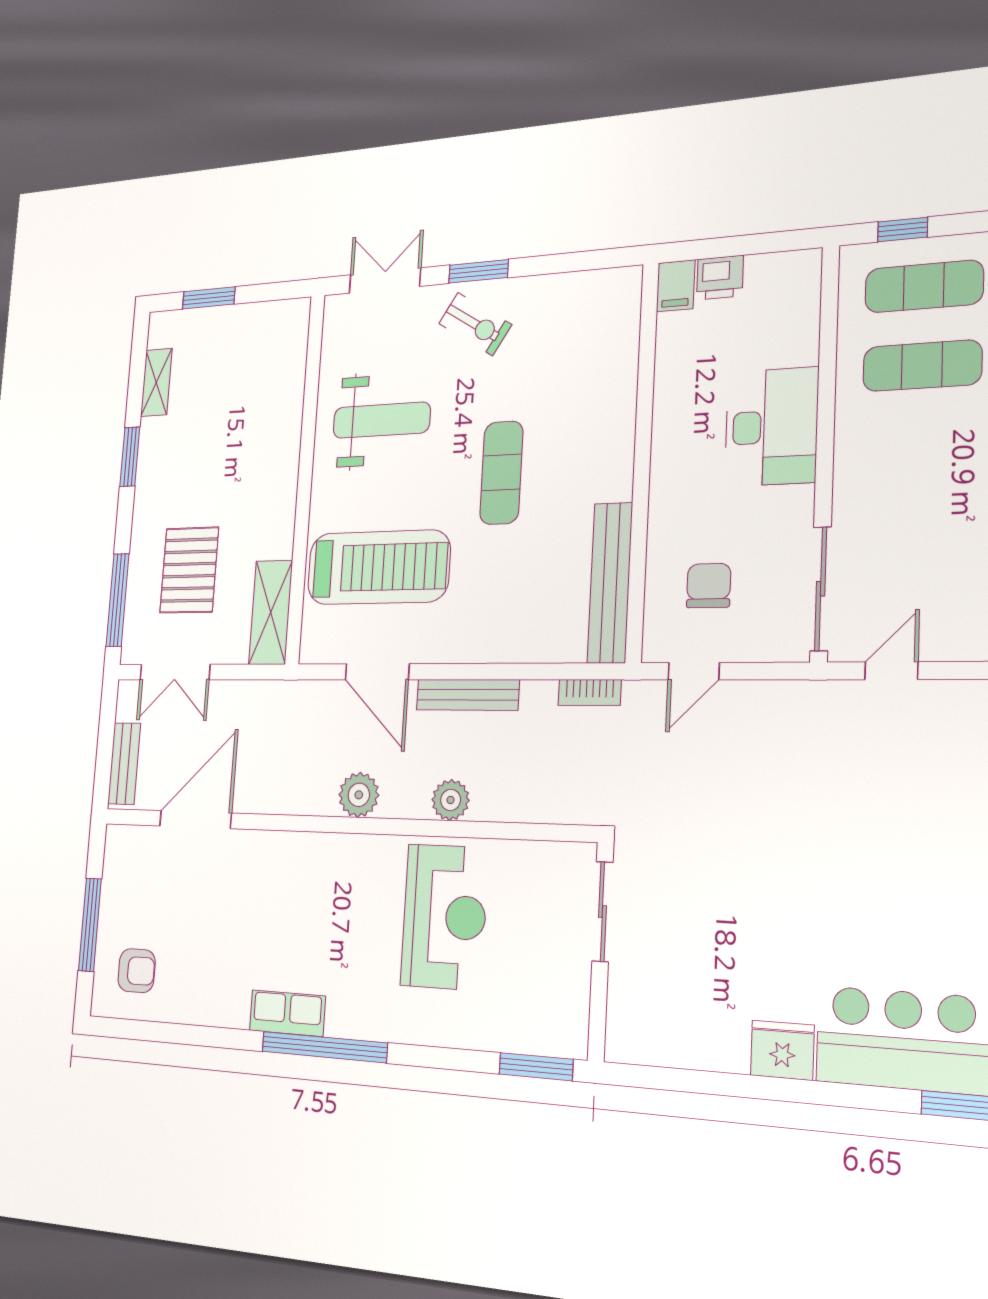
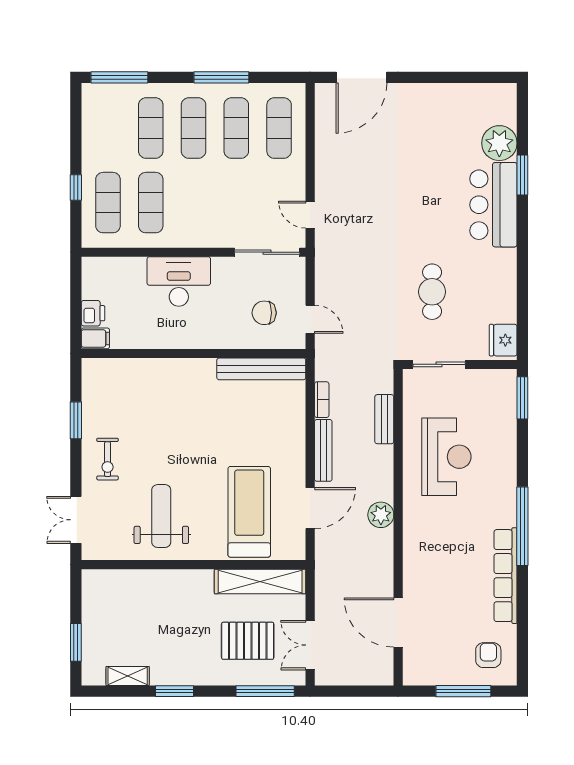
window: (903, 230) -> (76, 187), moved
window: (478, 271) -> (76, 420), moved
exercise bike: (475, 324) -> (108, 459), turned 148
exercise mat: (501, 473) -> (197, 437), removed
shelving: (271, 612) -> (260, 582), width x1.47
double door: (175, 672) -> (310, 645), swing flipped
bookcase: (590, 692) -> (322, 400), moved
bench: (124, 764) -> (384, 419), moved, turned 90
plant: (451, 800) -> (382, 457), removed
cafe table: (736, 905) -> (432, 292), added
reception desk: (444, 917) -> (446, 457), turned 90
row of seats: (287, 1013) -> (506, 576), width x2.02
fridge: (782, 1050) -> (503, 340), moved

